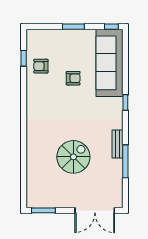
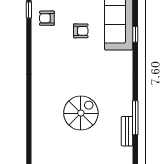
window: (125, 102) -> (135, 34), moved
bench: (117, 144) -> (127, 131), moved

